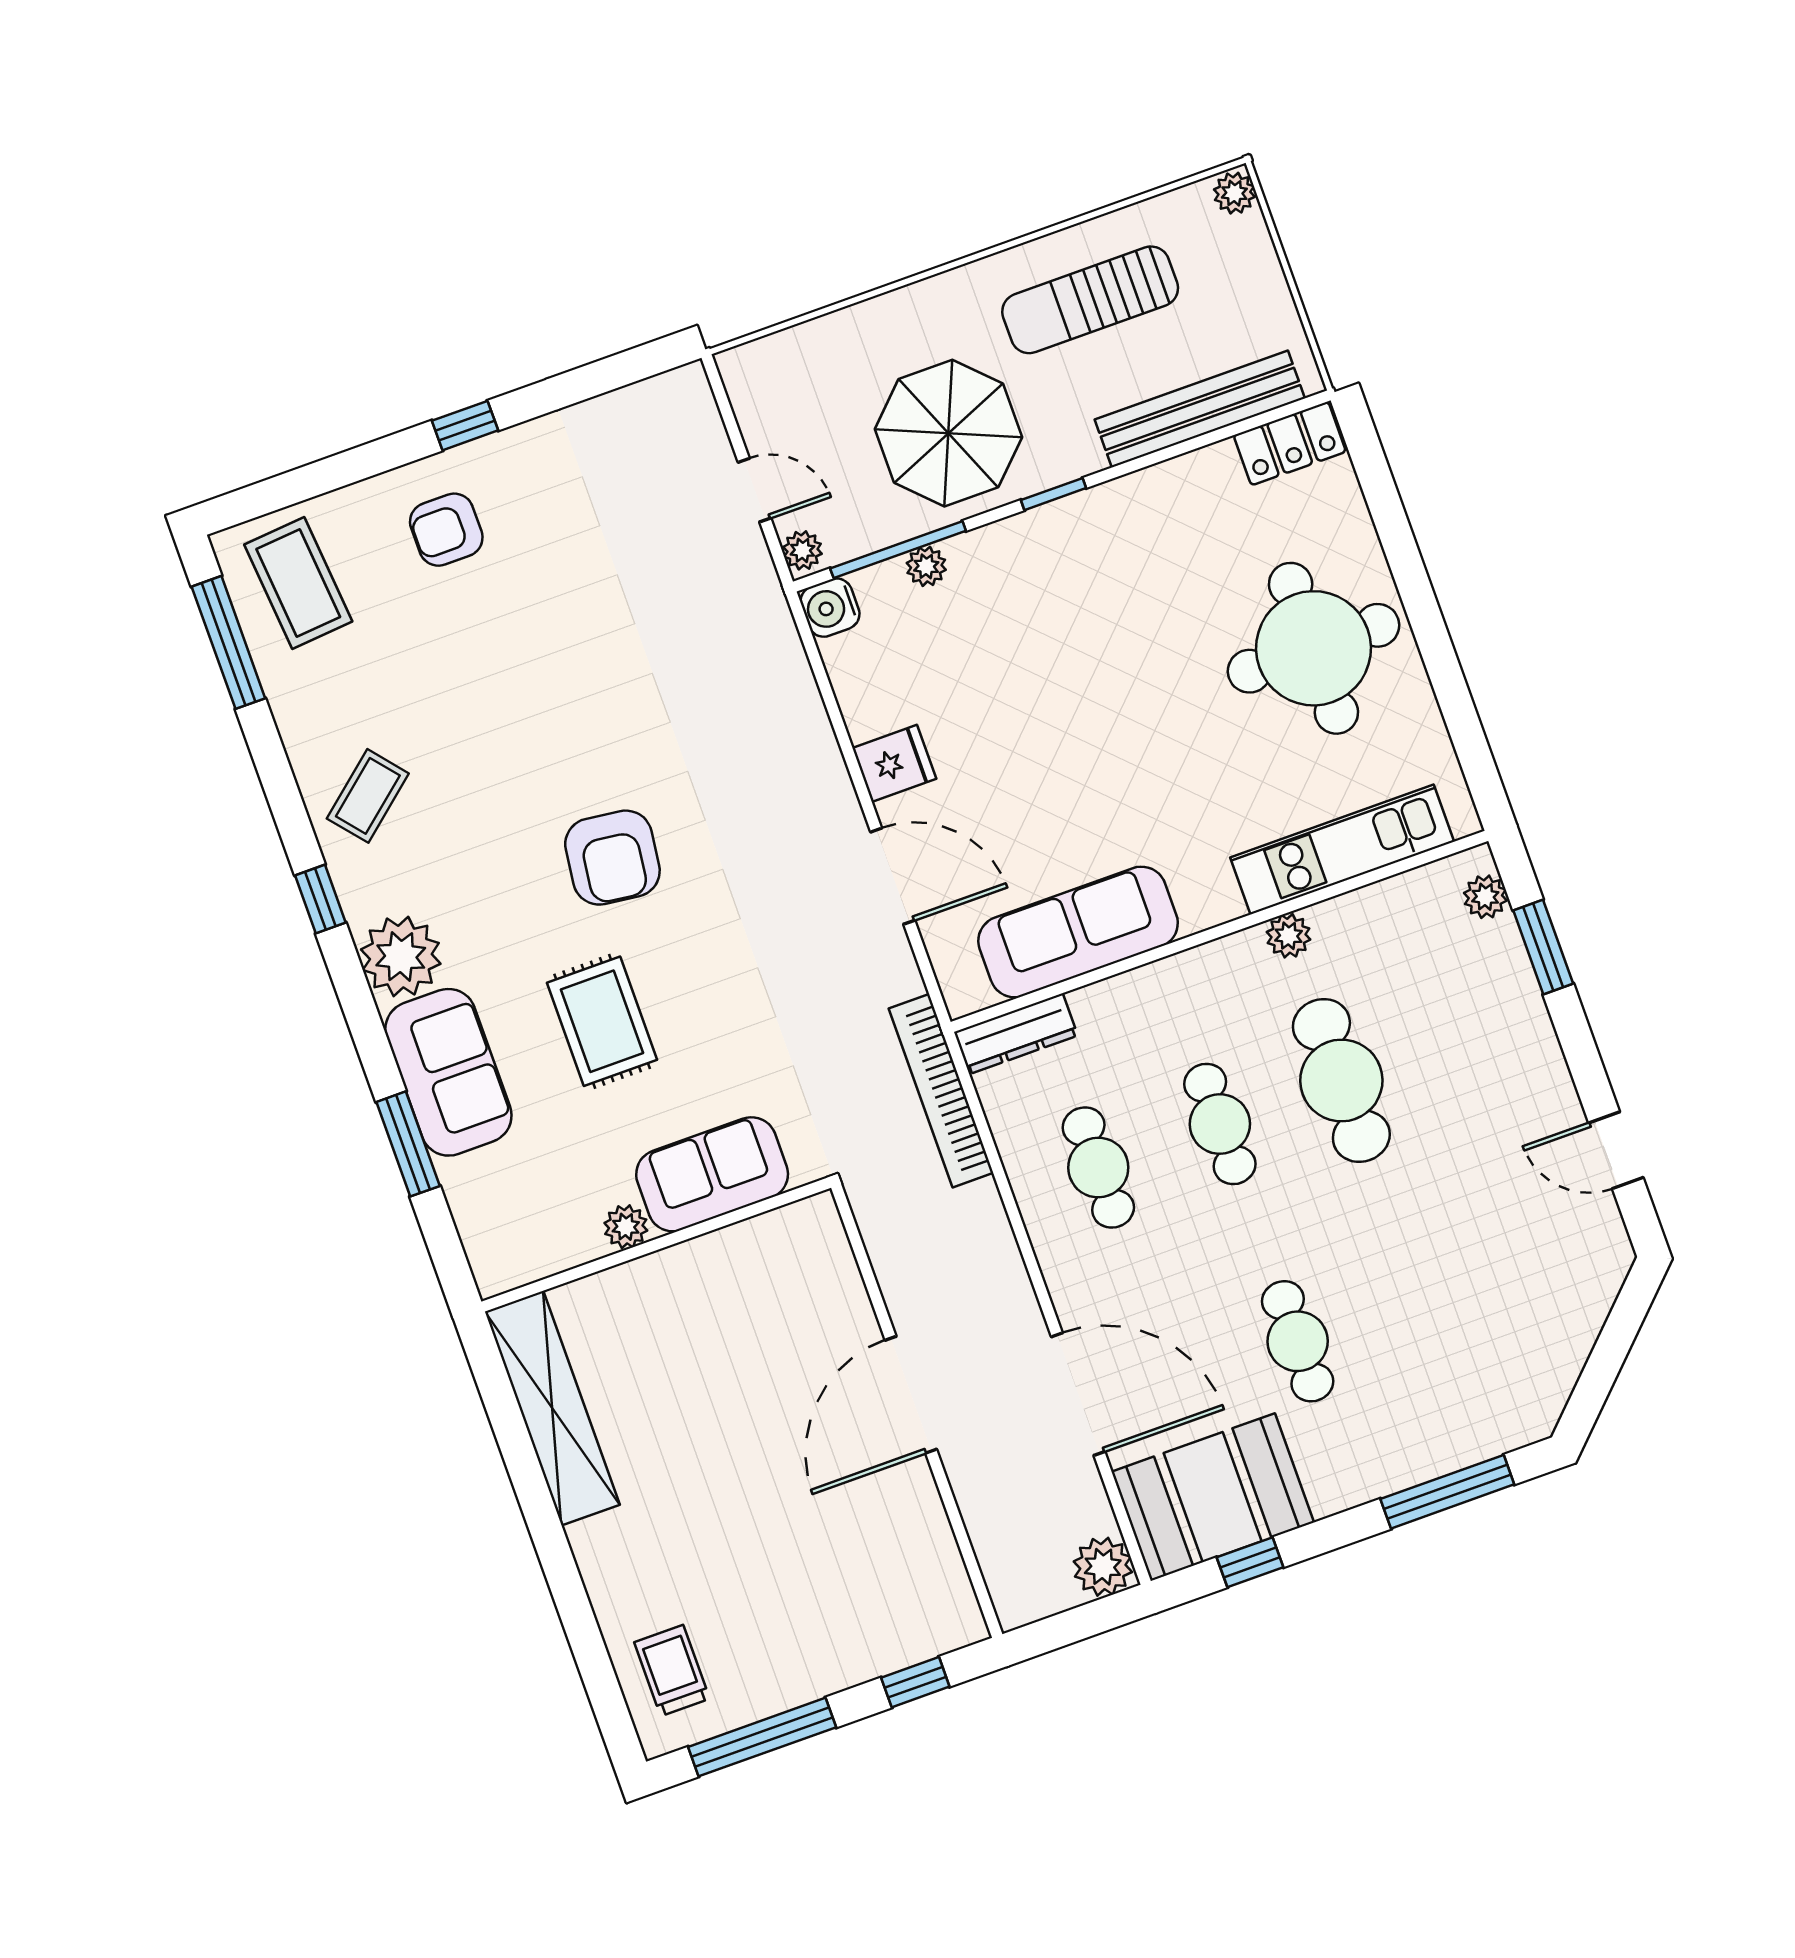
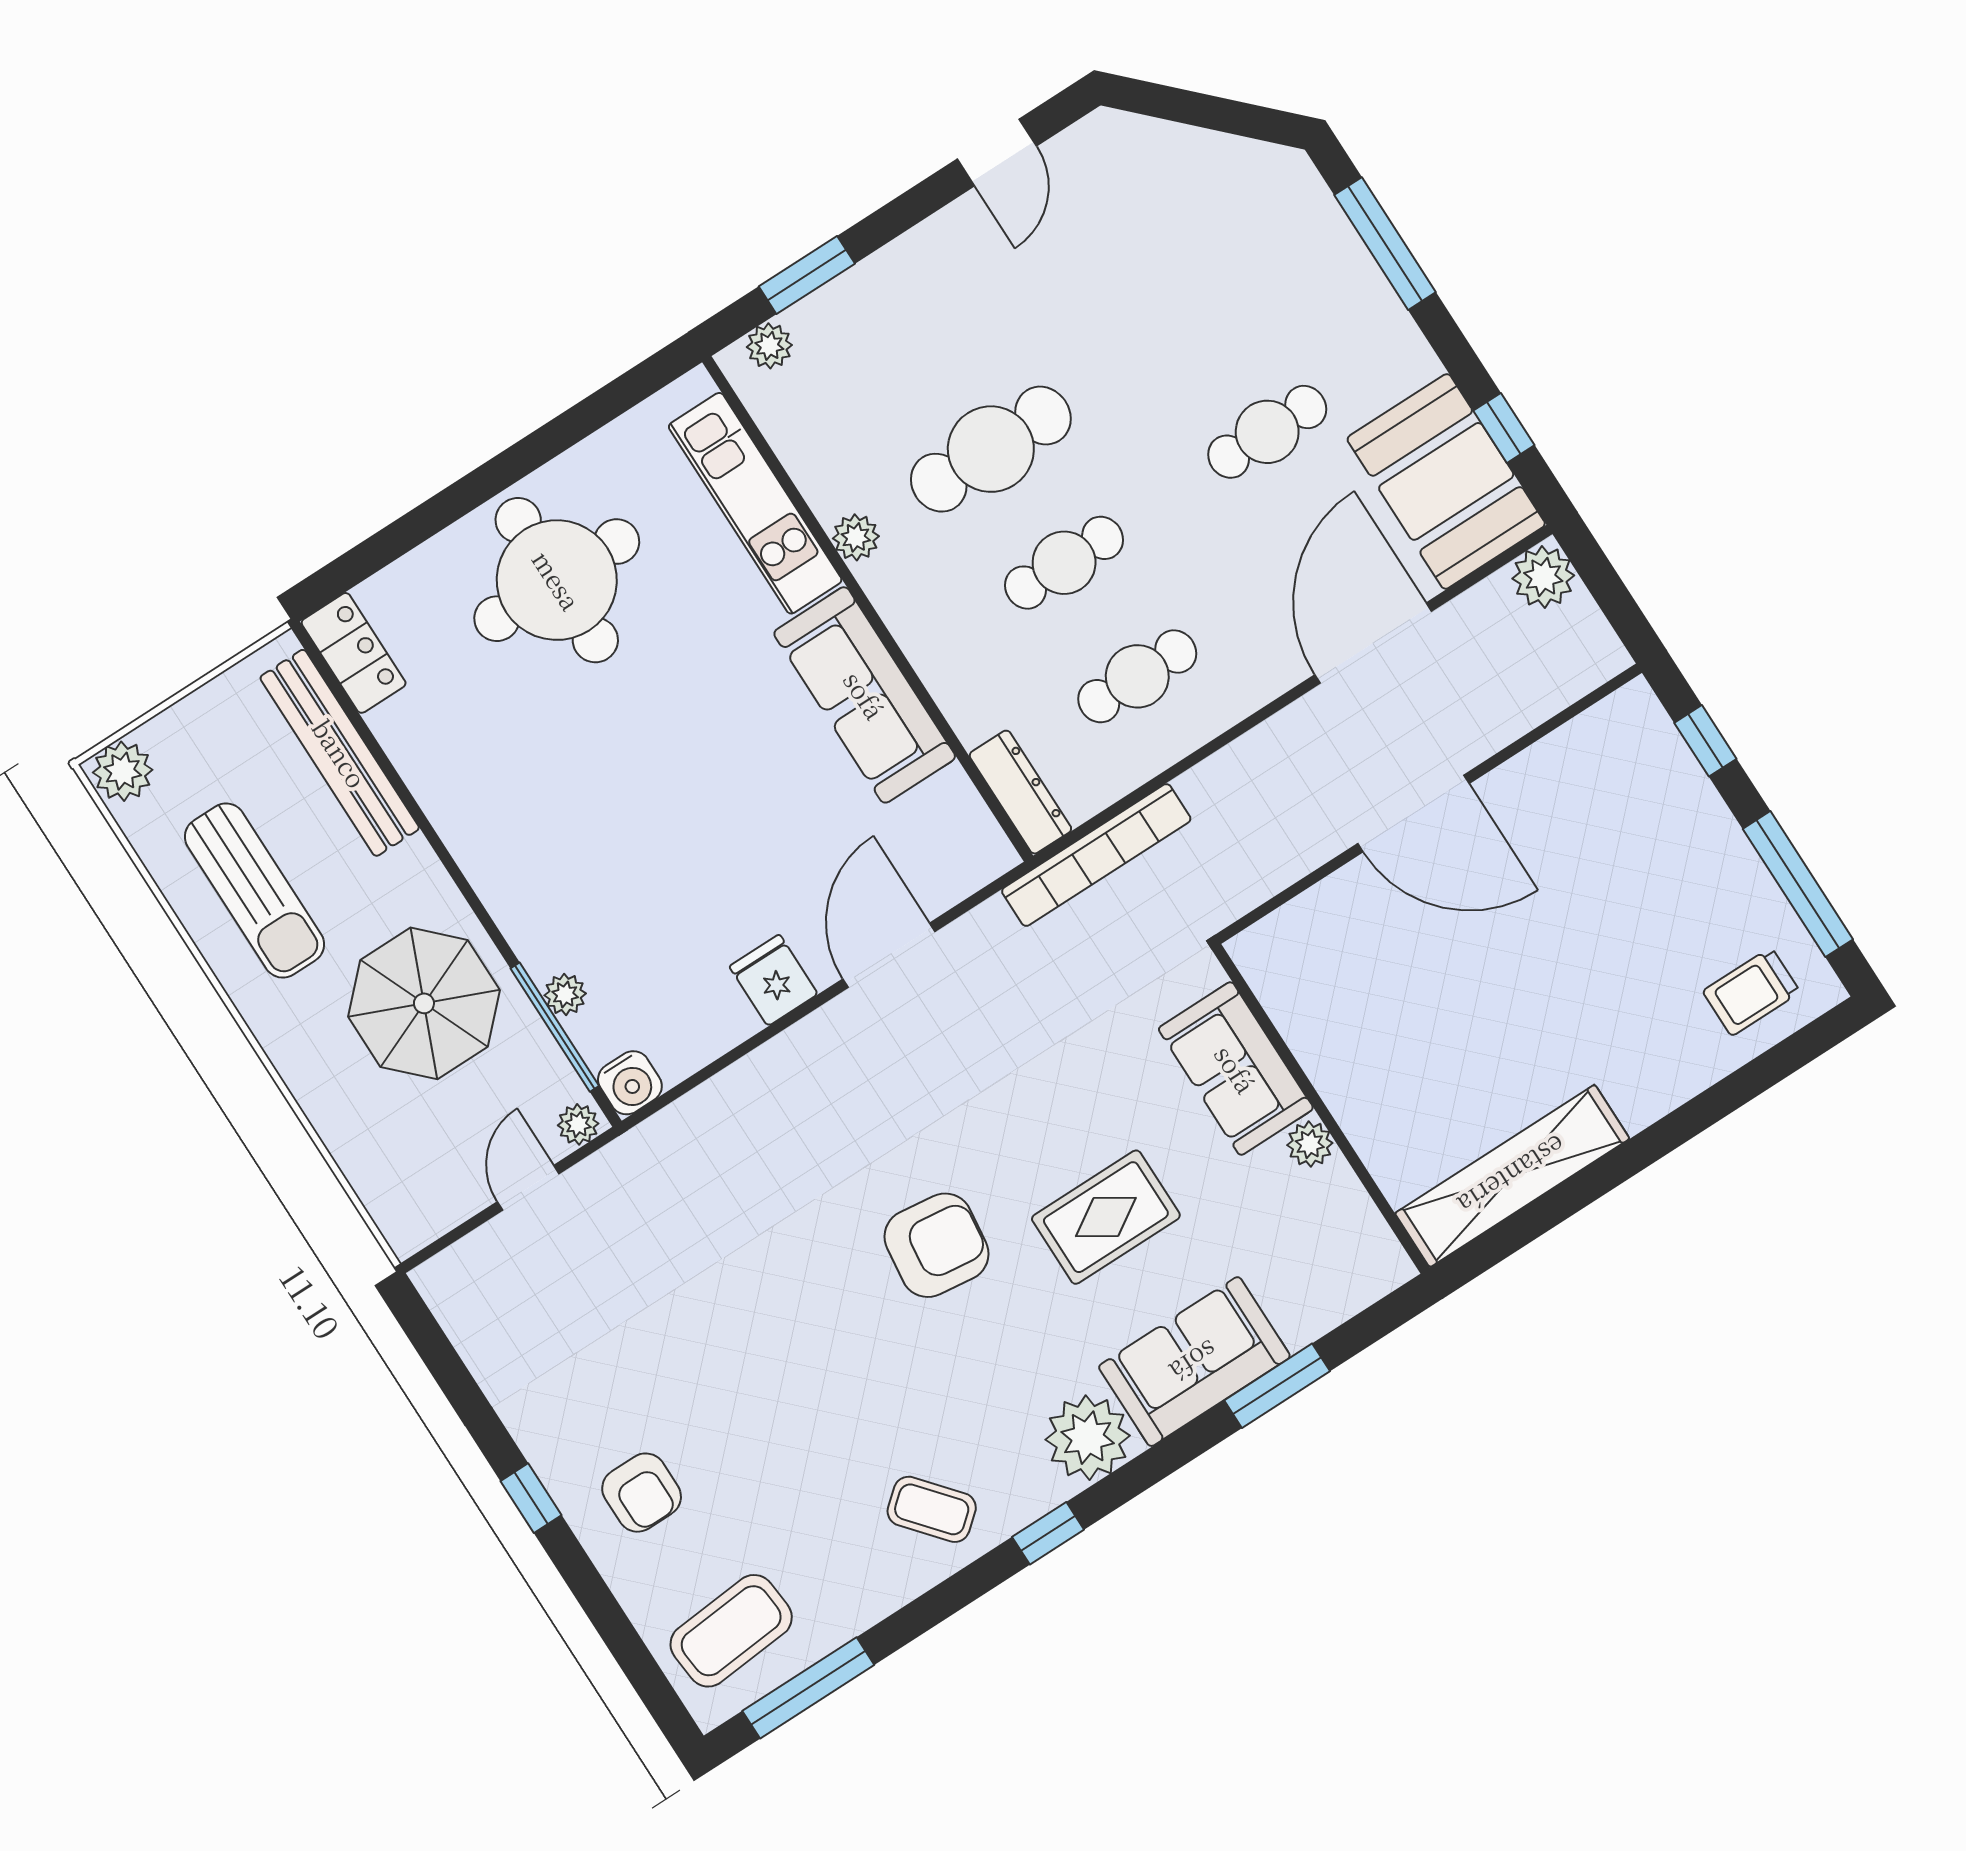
plant: (1234, 193) -> (123, 771), width x1.38, depth x1.38
window: (1053, 494) -> (461, 882), removed
sofa: (1078, 932) -> (865, 695), moved

